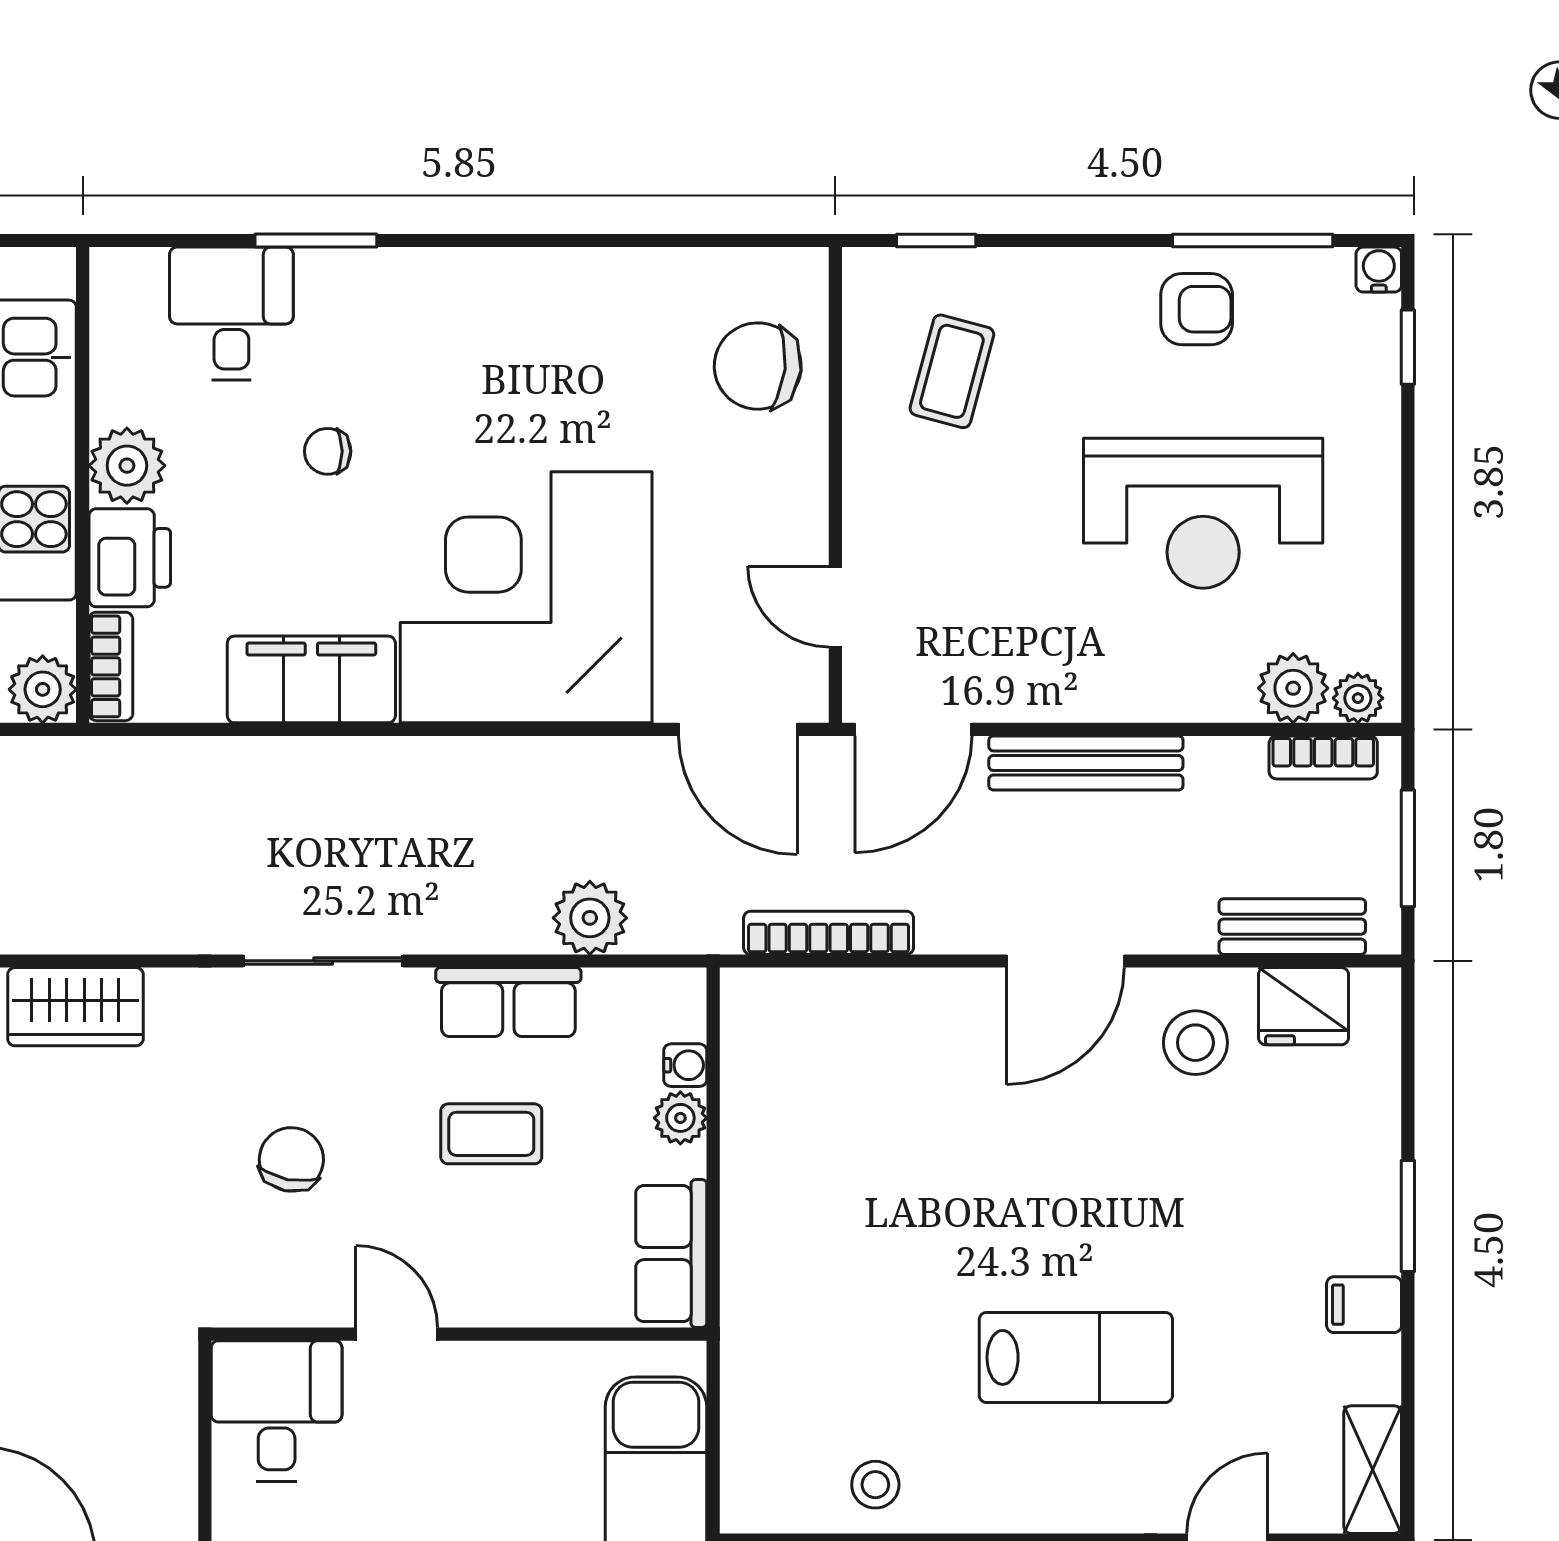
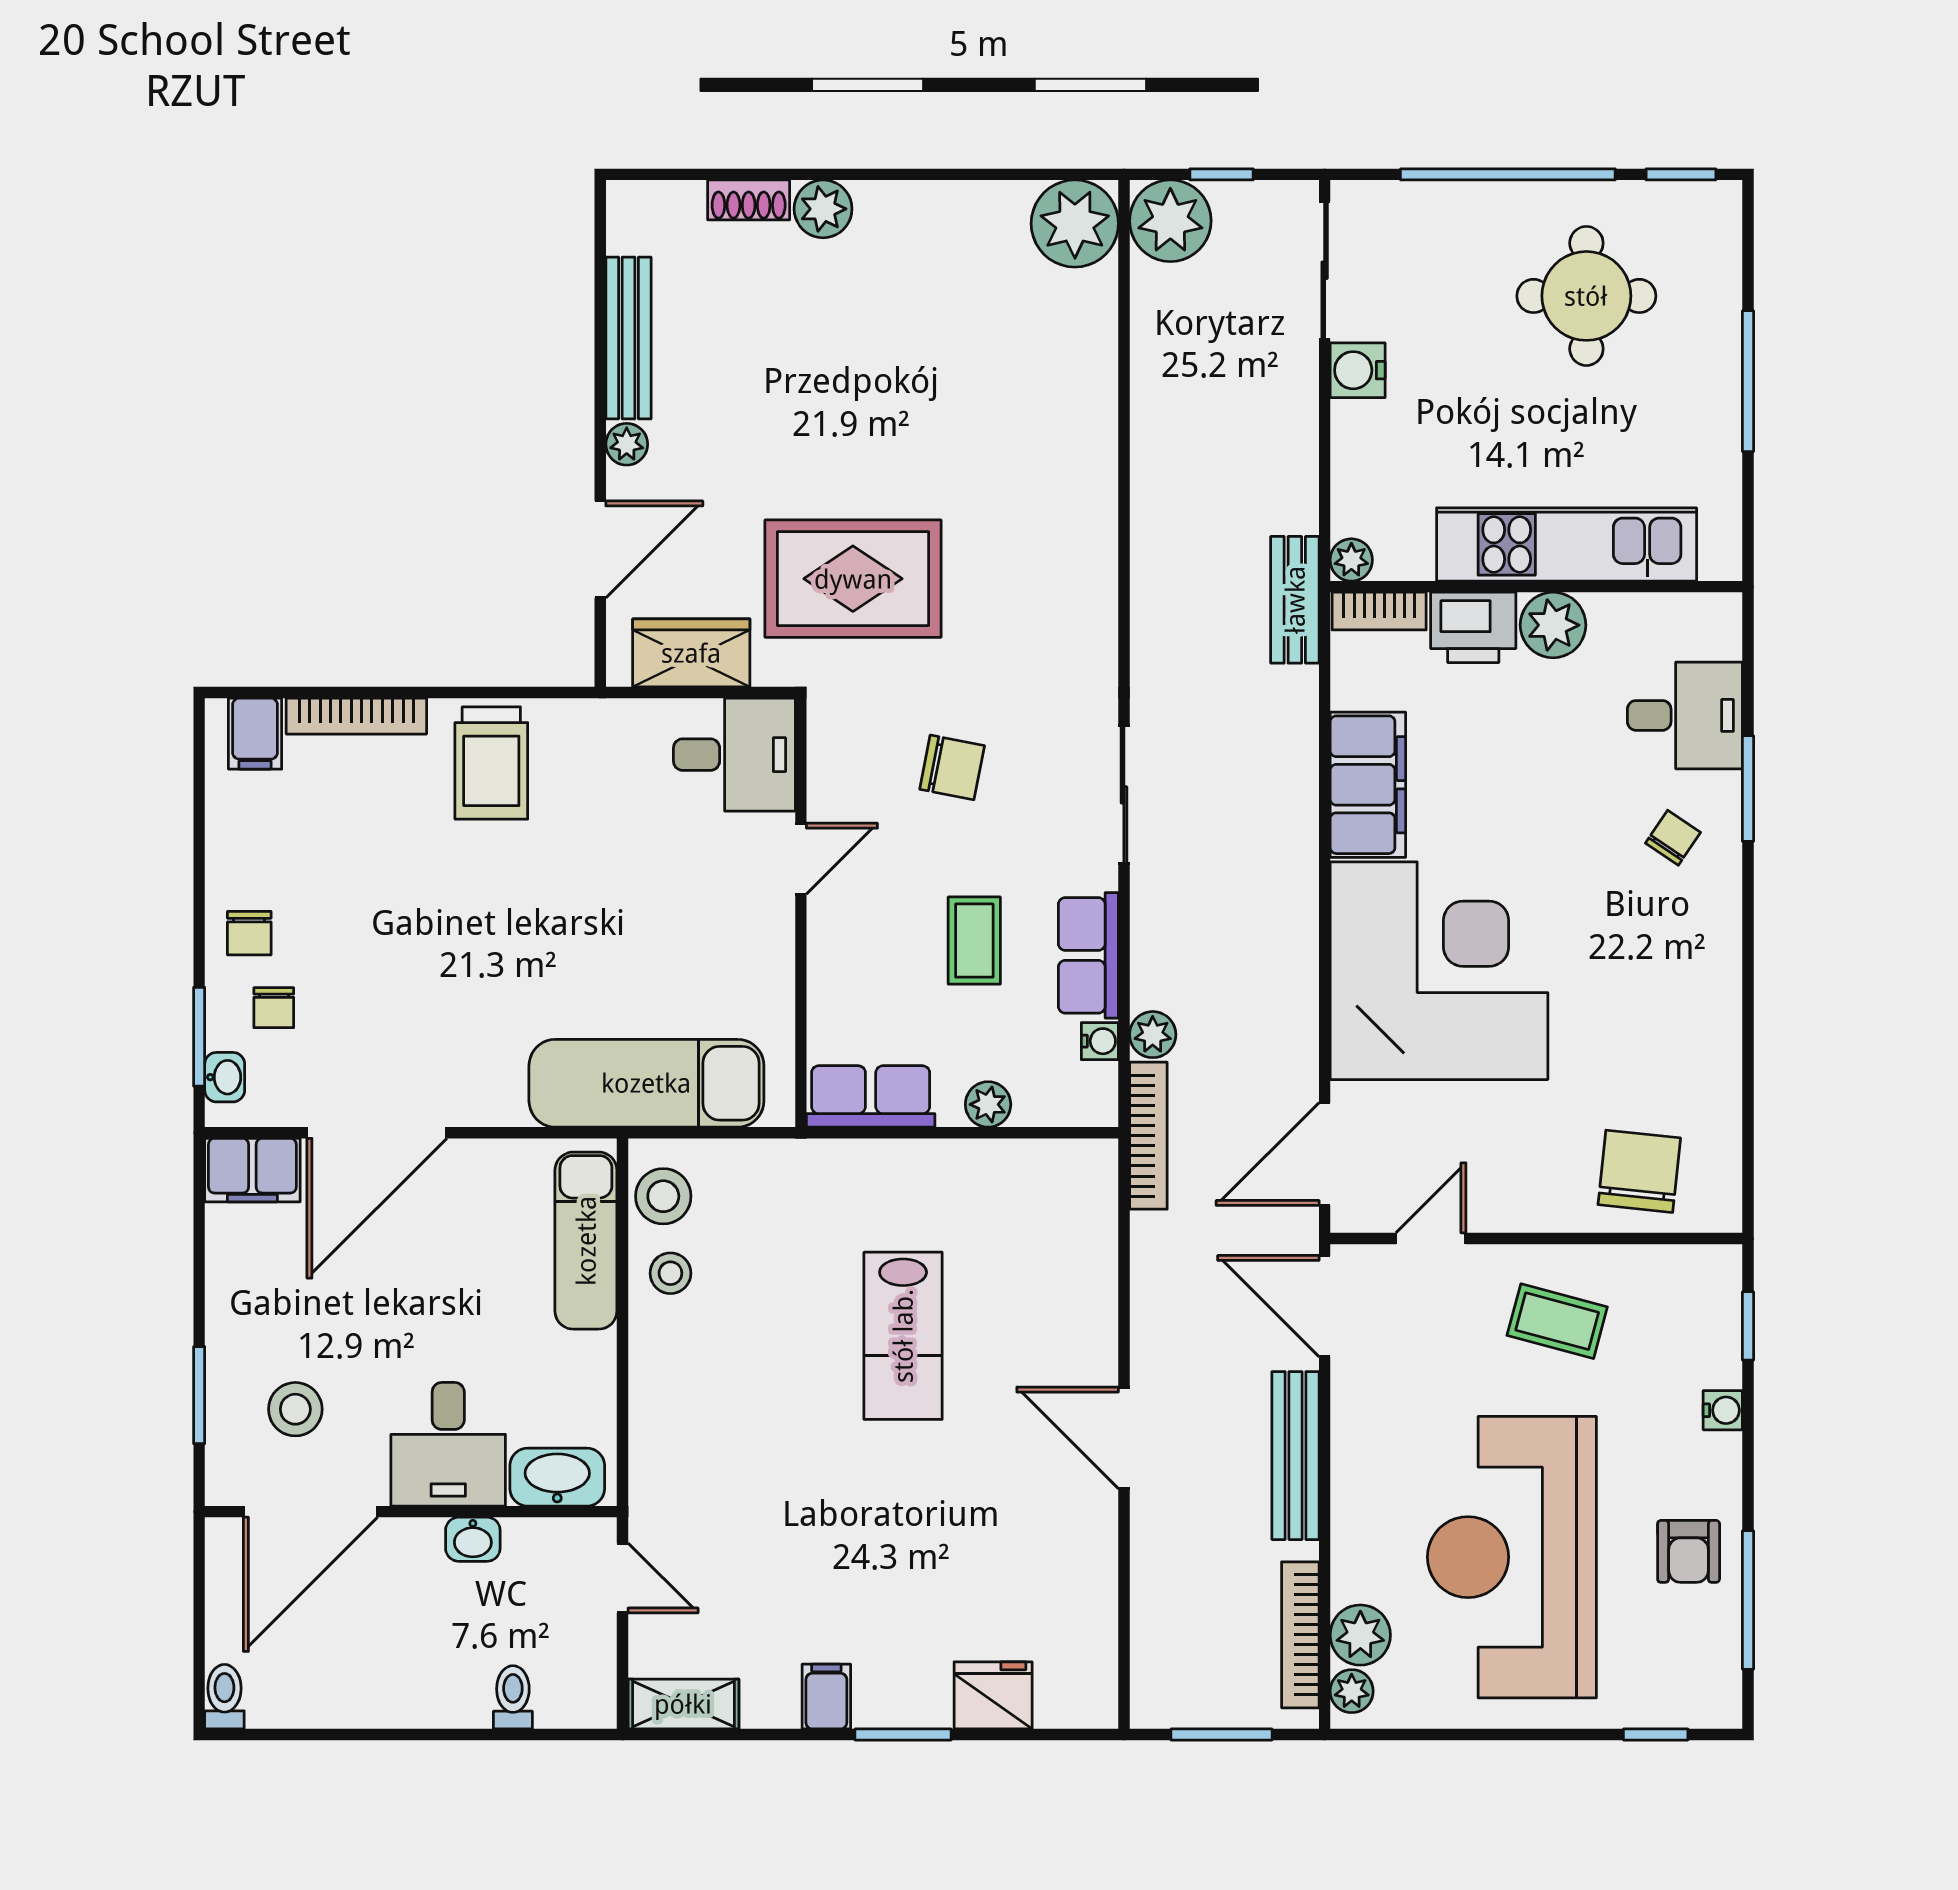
water cooler: (1379, 270) -> (1723, 1410), moved
coffee table: (952, 371) -> (1557, 1321), moved
chair: (328, 451) -> (1673, 838), moved, turned 34
reception desk: (1203, 513) -> (1512, 1557), width x1.36, depth x1.30
plant: (43, 689) -> (1351, 560), width x0.73, depth x0.73
bookcase: (1323, 757) -> (1300, 1635), width x1.56
plant: (590, 918) -> (1153, 1035), width x0.73, depth x0.73
bench: (1292, 927) -> (1295, 600), moved
bookcase: (829, 933) -> (1148, 1136), moved
fridge: (1303, 1006) -> (993, 1695), moved, turned 90
wardrobe: (75, 1007) -> (691, 653), moved, turned 90
stool: (1195, 1043) -> (663, 1196), moved
water cooler: (685, 1065) -> (1100, 1041), moved, turned -90
rug: (73, 1274) -> (853, 579), added
lab bench: (1076, 1357) -> (903, 1336), moved

